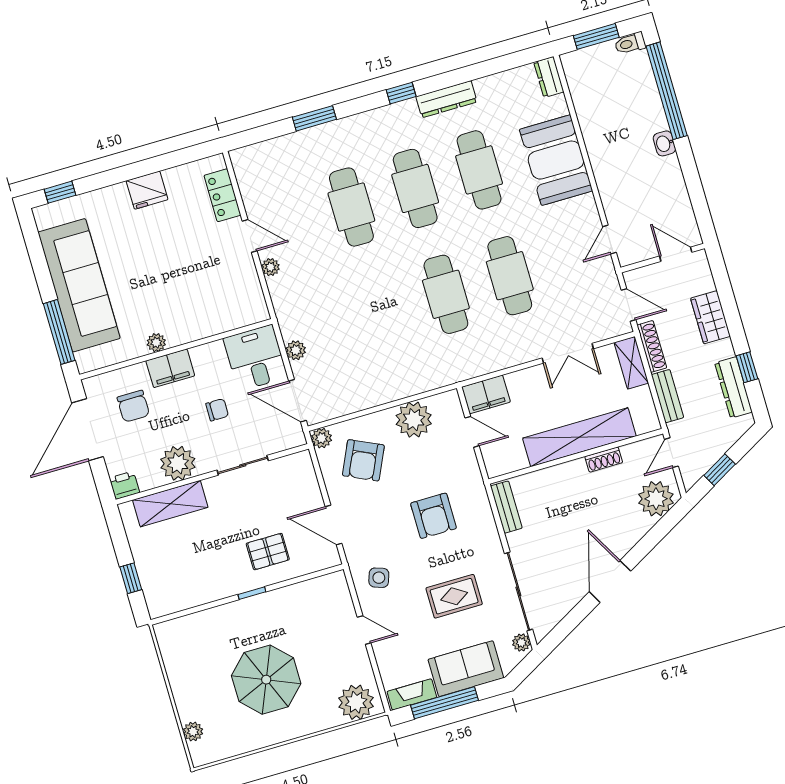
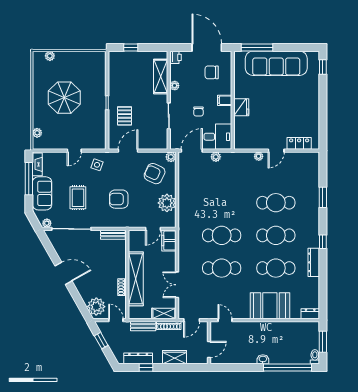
fridge: (147, 190) -> (241, 107), moved, turned 180
plant: (156, 343) -> (239, 92), removed
filing cabinet: (170, 368) -> (225, 100), width x0.50
plant: (178, 463) -> (175, 86), width x0.53, depth x0.53
plant: (356, 702) -> (37, 133), width x0.53, depth x0.53

